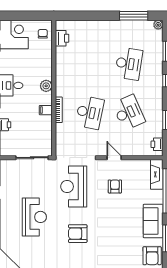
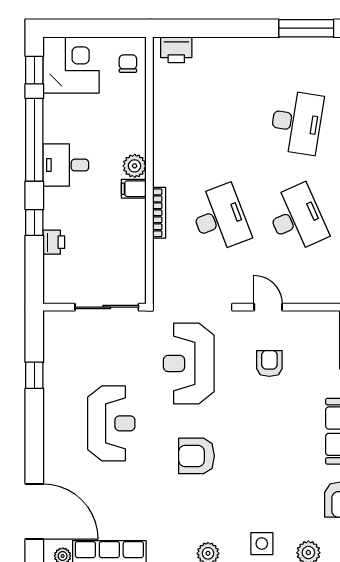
printer: (62, 38) -> (176, 50), moved, turned 90
filing cabinet: (46, 110) -> (134, 189), moved
desk: (90, 113) -> (220, 218), turned -33

